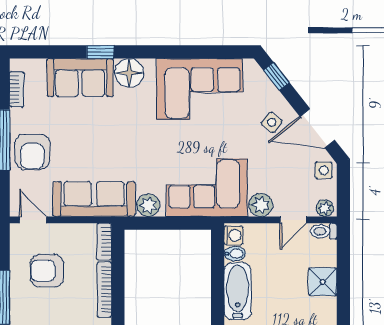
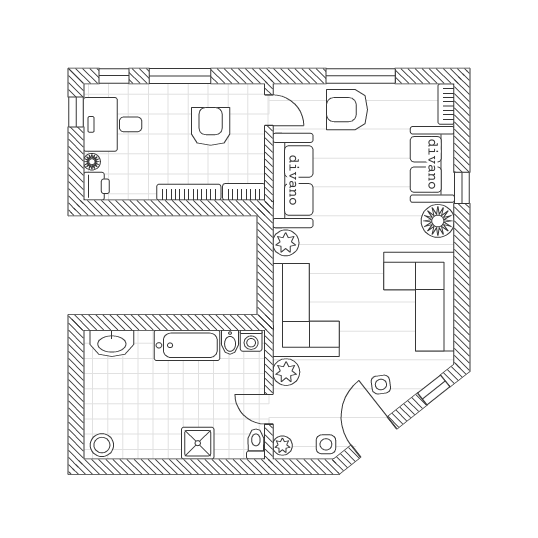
bookcase: (17, 89) -> (446, 104), moved, turned 90
side table: (272, 122) -> (381, 385), turned 45
door: (33, 220) -> (269, 110), hinge flipped

